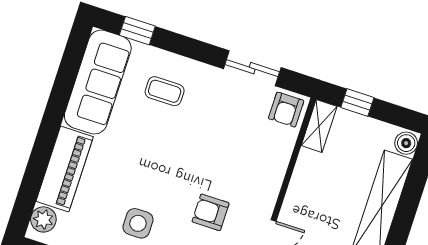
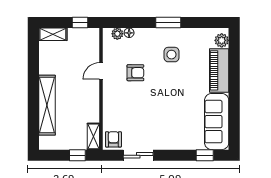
coffee table: (165, 91) -> (180, 128), removed
boiler: (406, 143) -> (45, 142), removed

